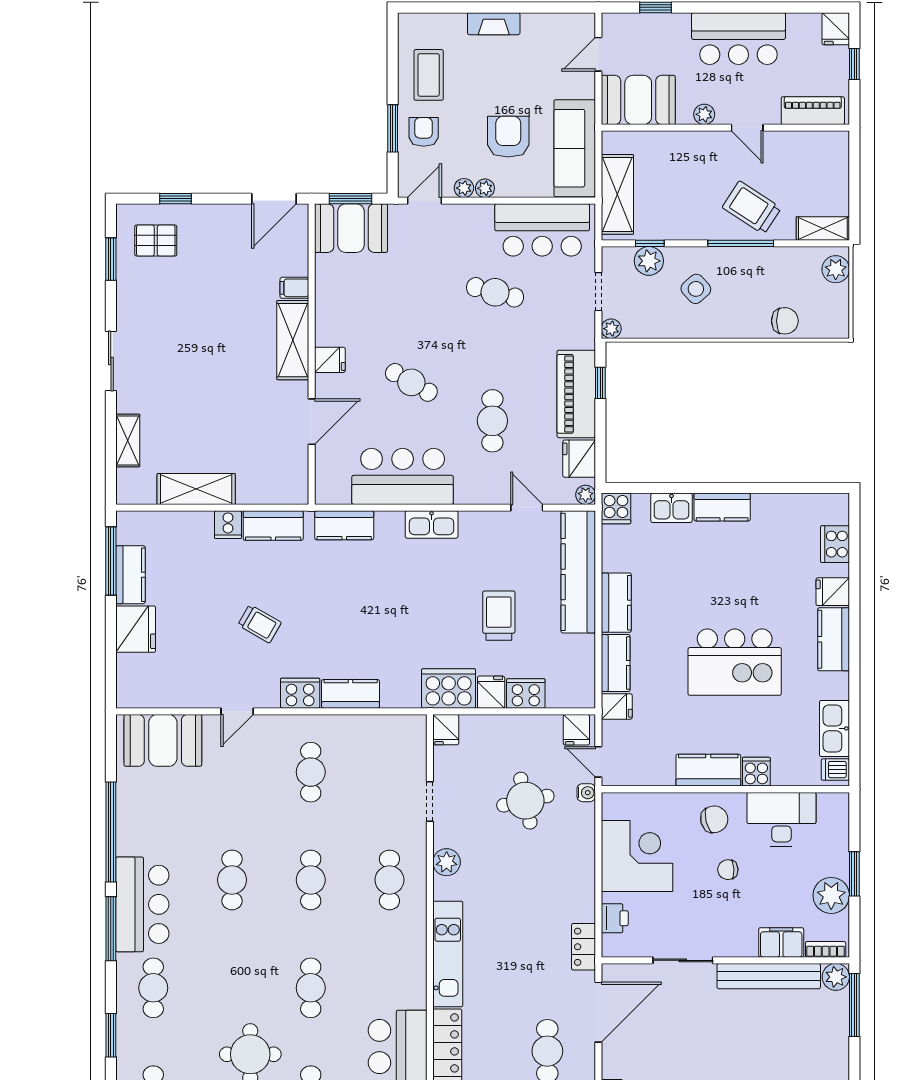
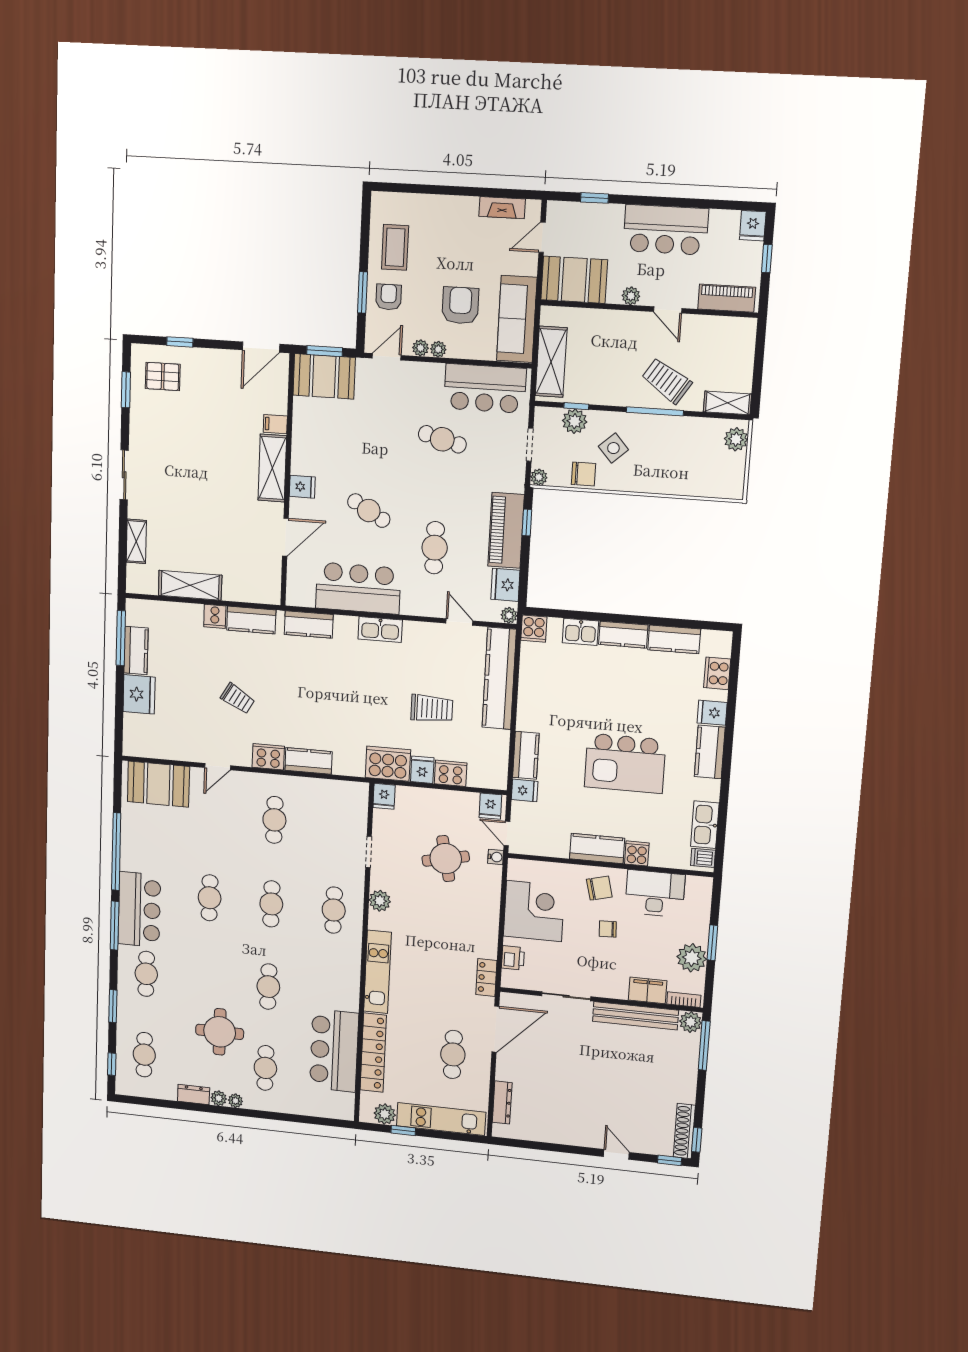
fireplace: (494, 24) -> (502, 208), moved
chair: (785, 321) -> (583, 474), moved
kitchen counter: (616, 603) -> (674, 639), moved, turned 90
trolley: (499, 616) -> (432, 709), turned 90

